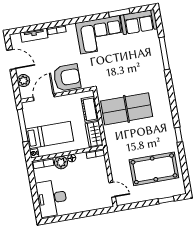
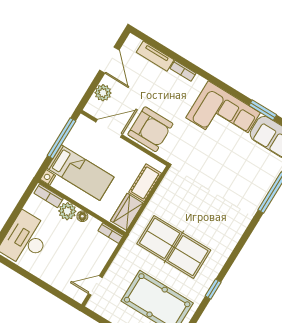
table tennis table: (127, 109) -> (174, 247), moved
door: (112, 190) -> (95, 286), swing flipped

